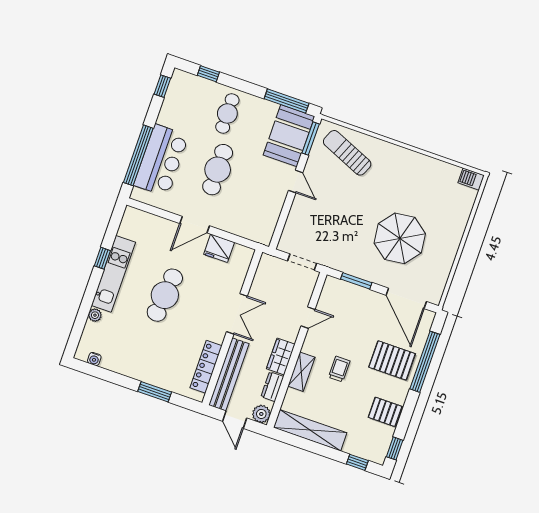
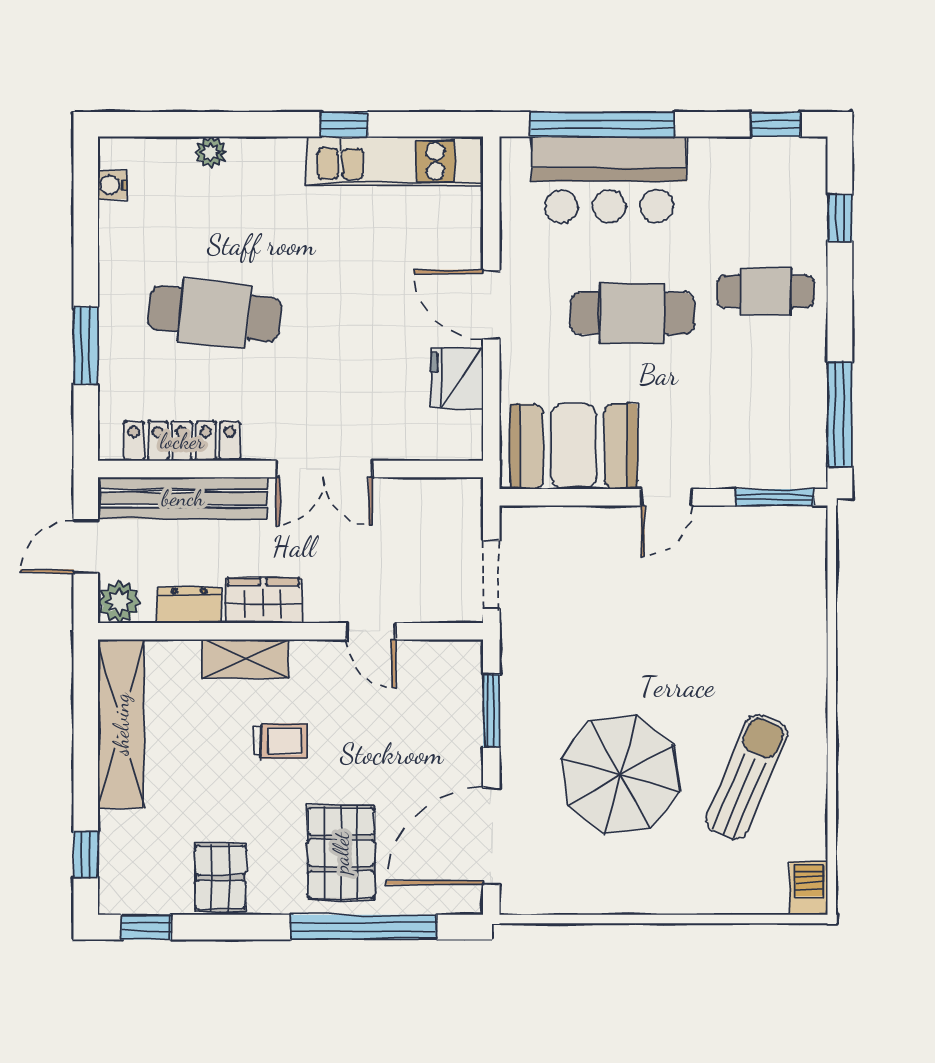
booth: (289, 136) -> (574, 447), moved
sun lounger: (347, 153) -> (747, 777), moved
kitchen unit: (113, 274) -> (395, 161), moved
cafe table: (165, 295) -> (215, 314), moved

